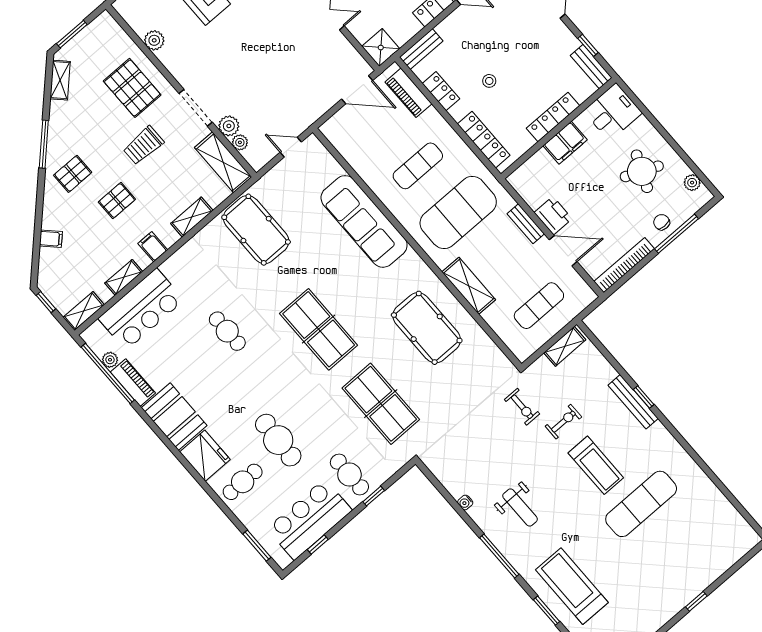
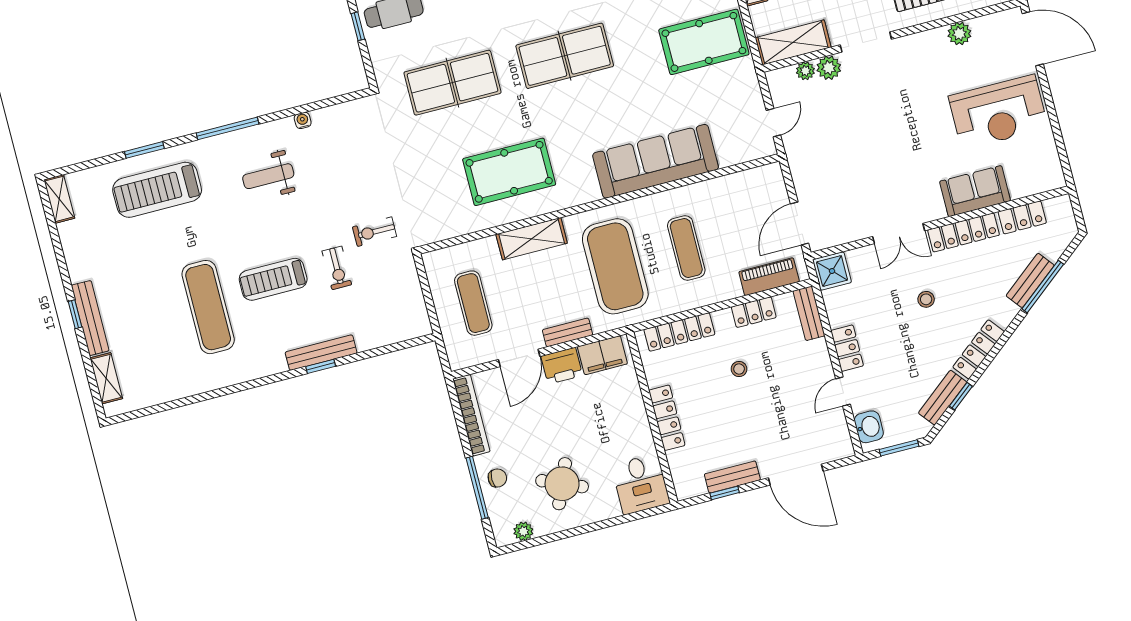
bench: (591, 67) -> (732, 477), moved
filing cabinet: (565, 143) -> (602, 355), moved, turned -90
shelving: (565, 346) -> (106, 378), moved
treadmill: (572, 586) -> (157, 190), turned 180
bench: (693, 589) -> (90, 318), added

